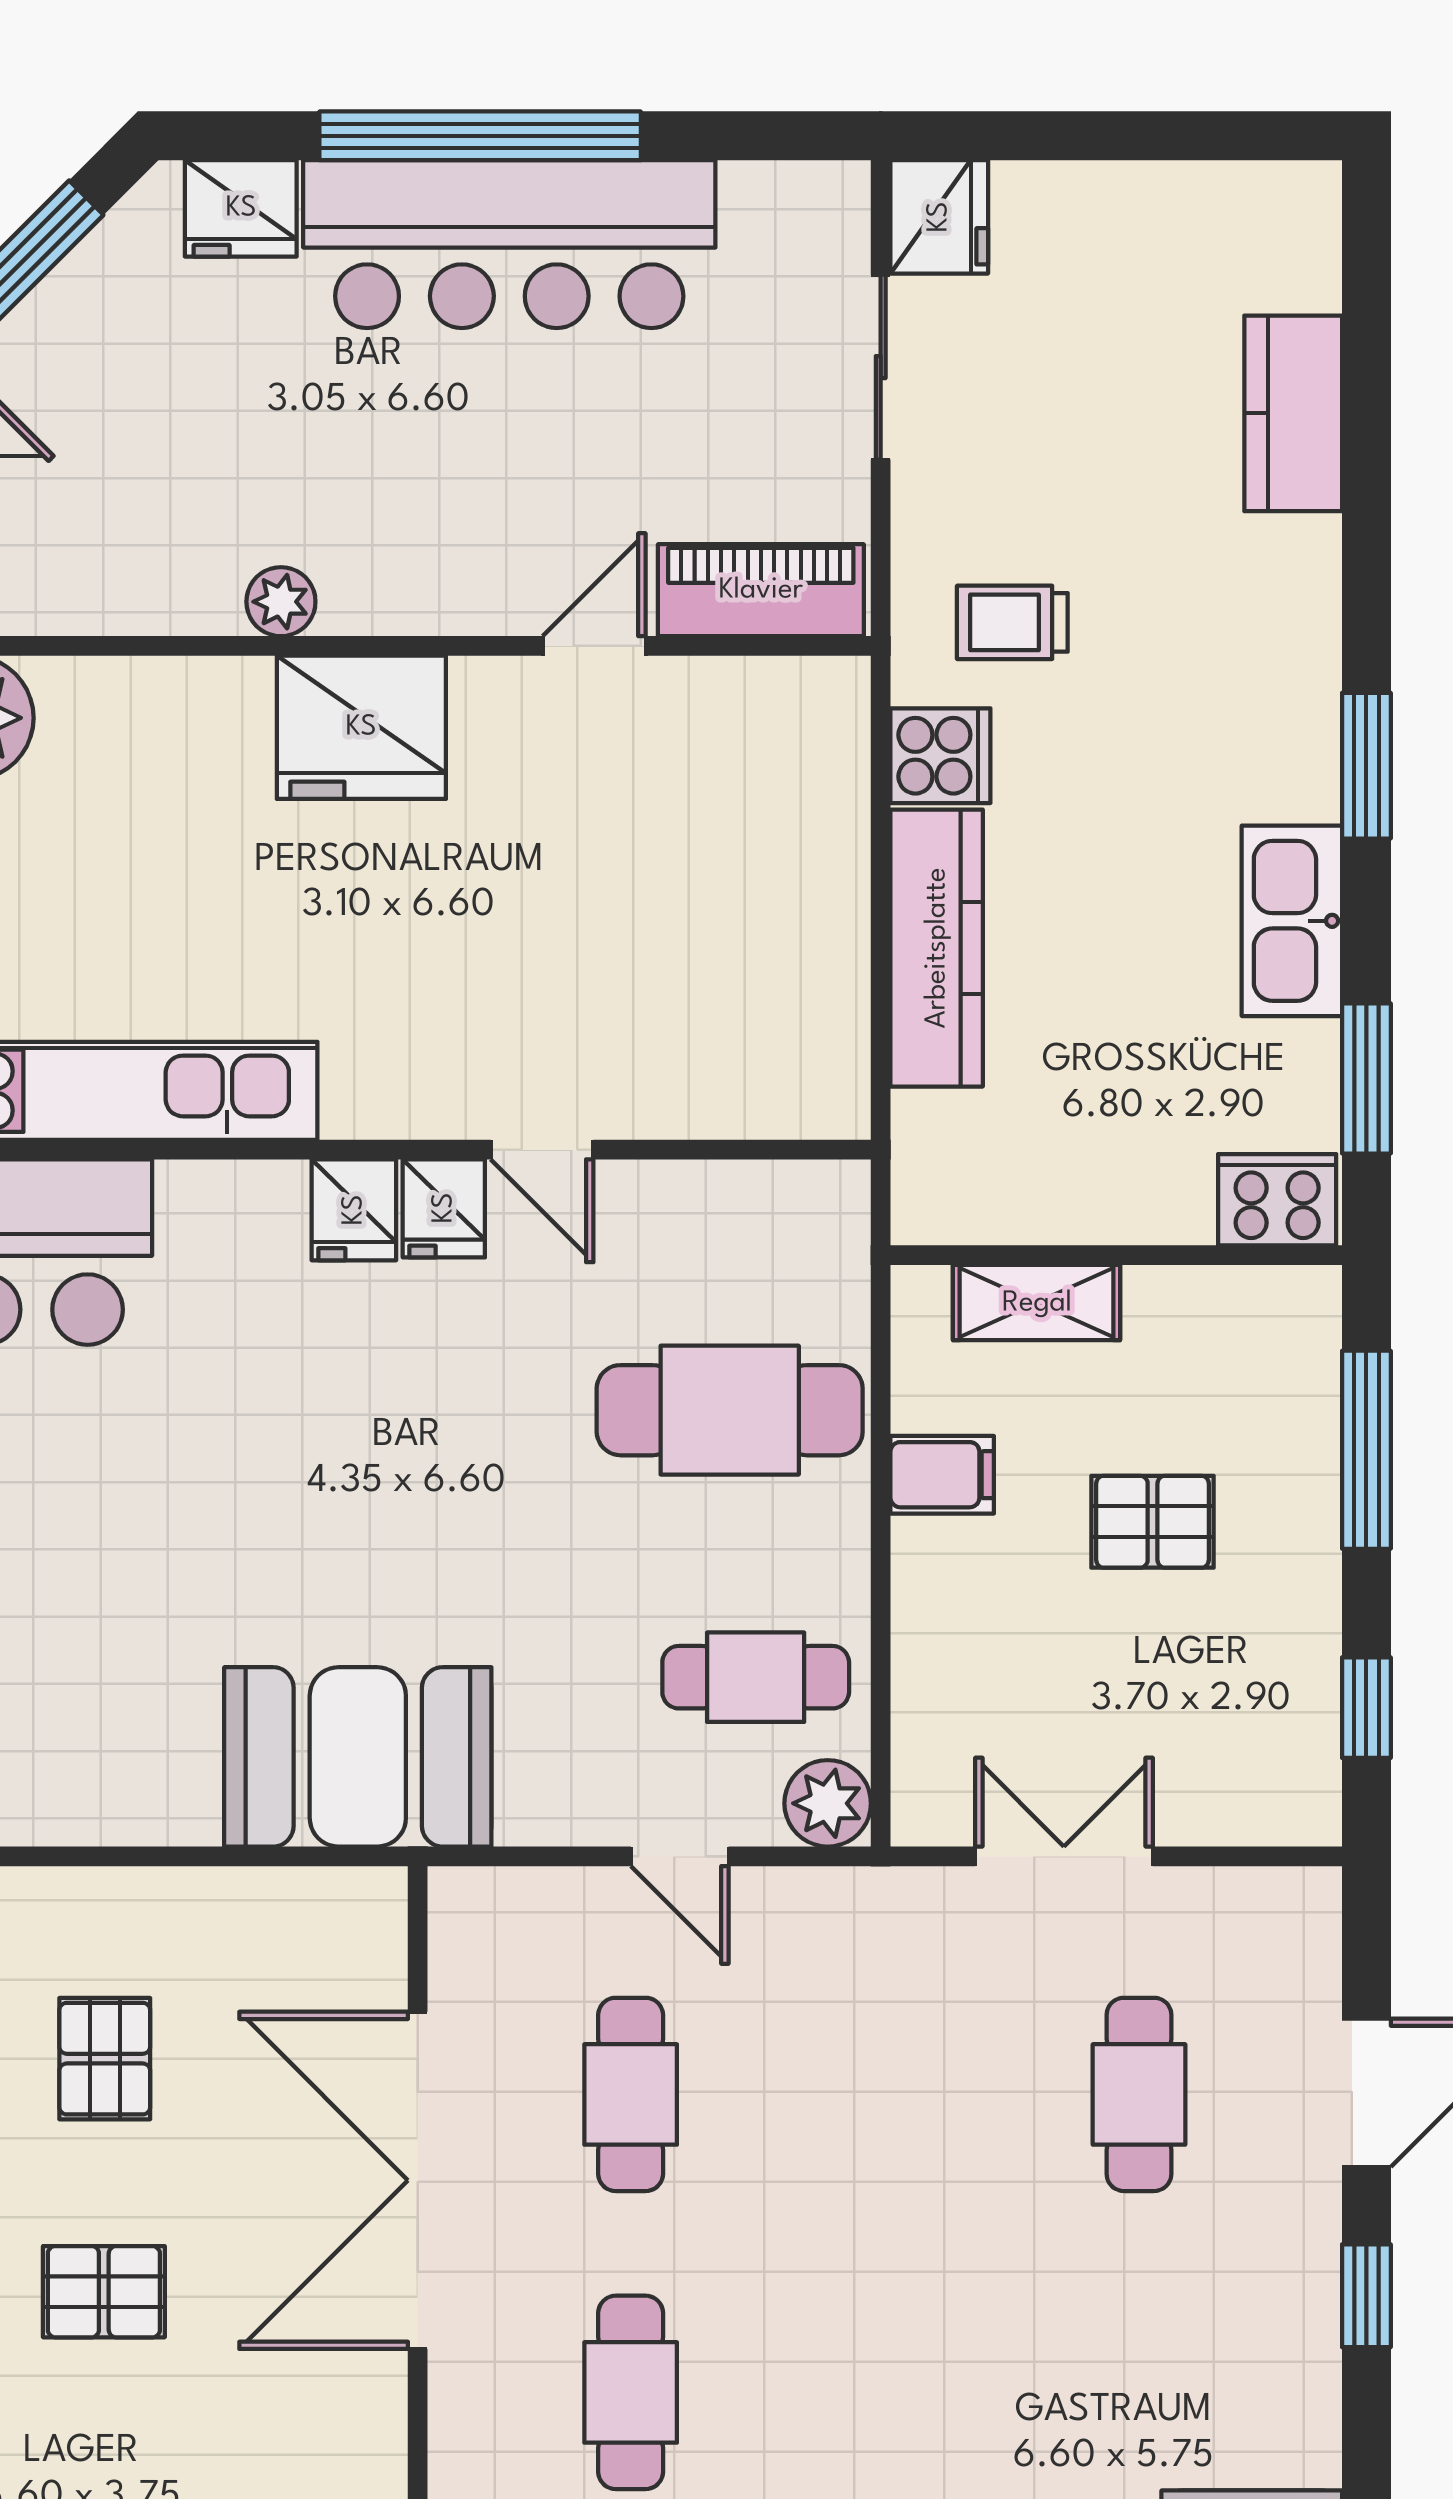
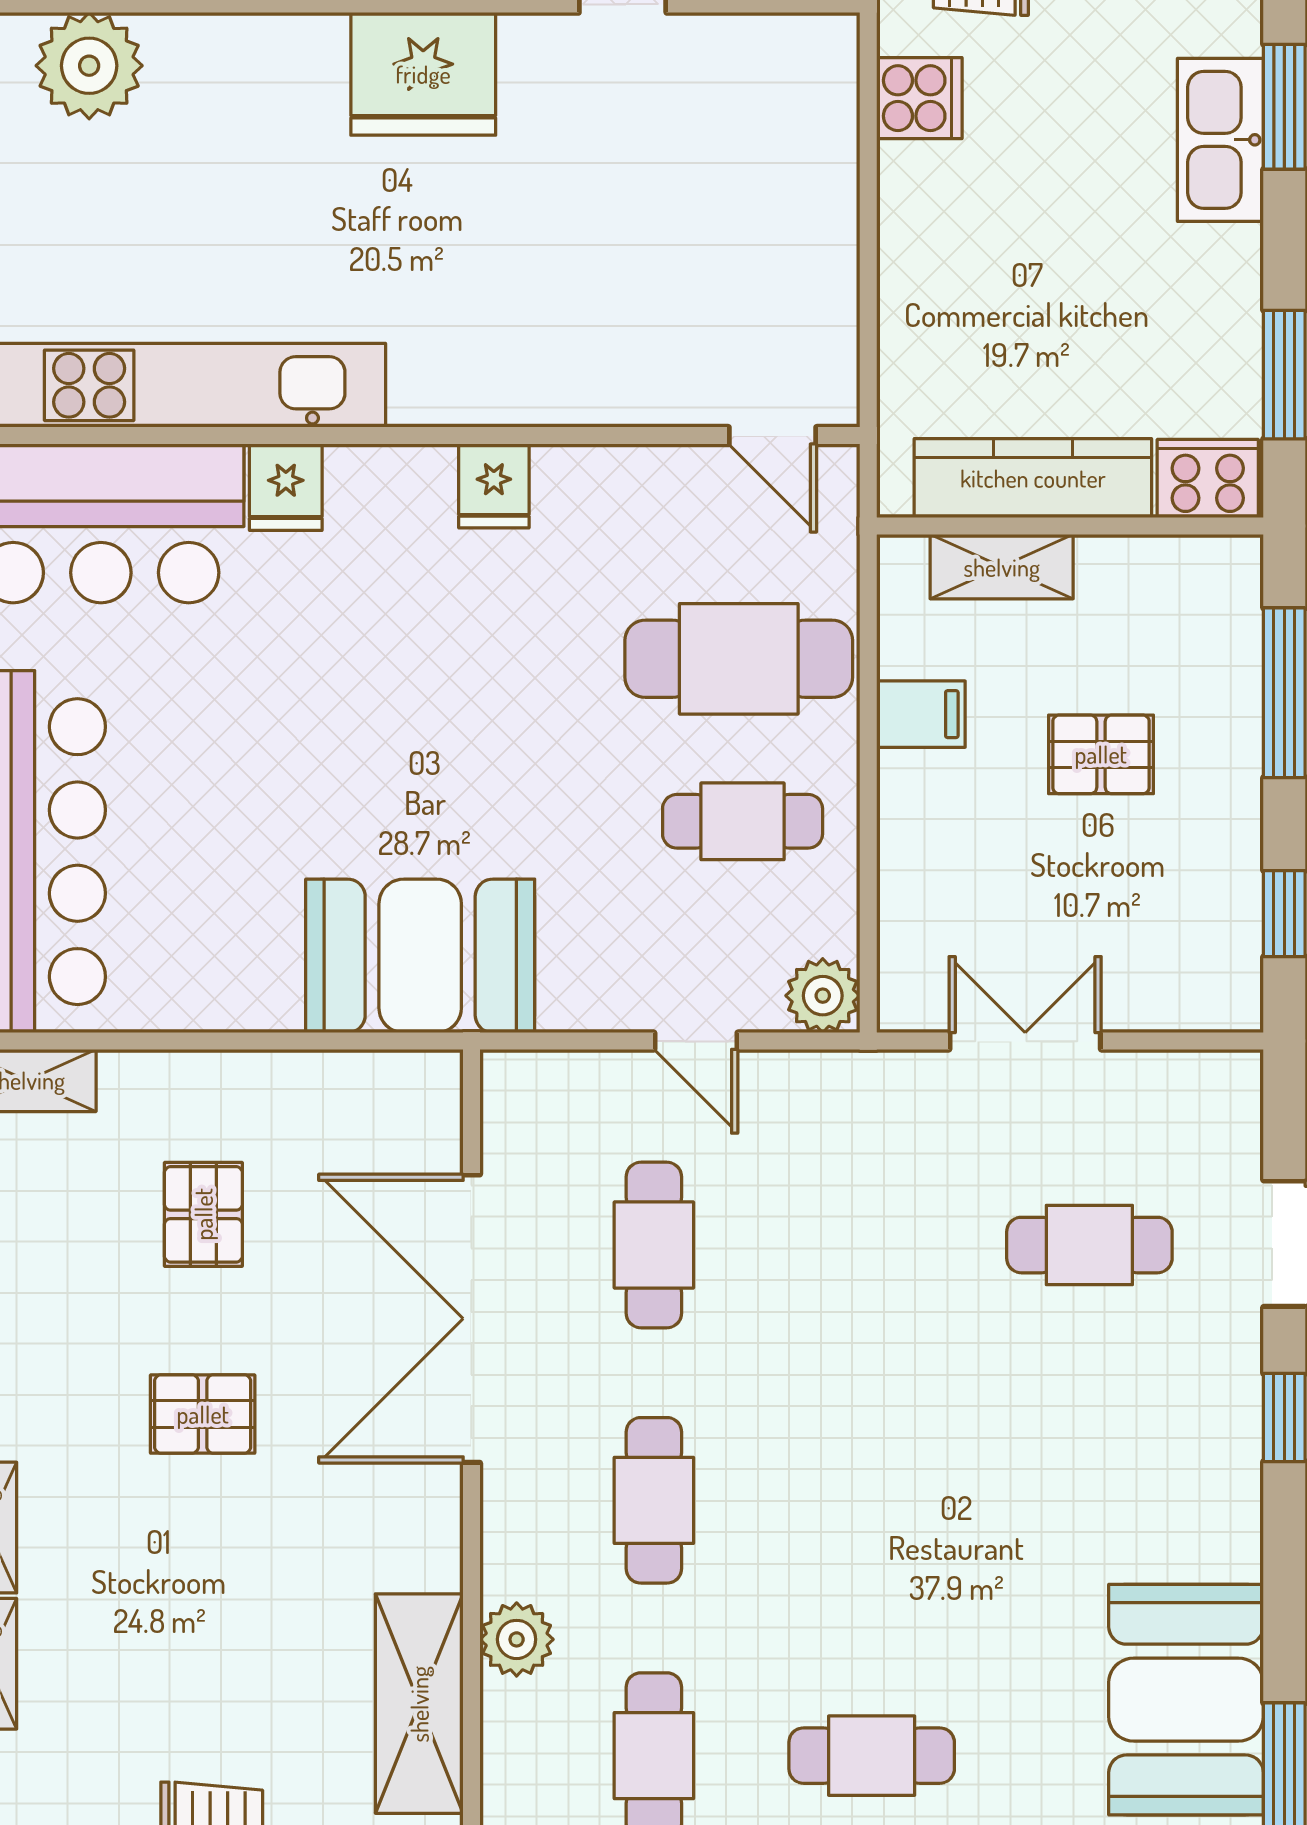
kitchen sink: (1292, 921) -> (1220, 140), moved
kitchen counter: (937, 948) -> (1033, 478), moved, turned -90
door: (542, 1150) -> (772, 436), moved
fridge: (354, 1210) -> (286, 487), moved
cafe table: (756, 1677) -> (743, 821), moved
cafe table: (1139, 2094) -> (1089, 1245), turned 90

